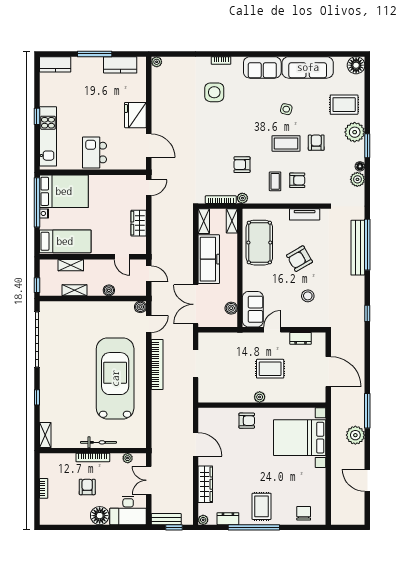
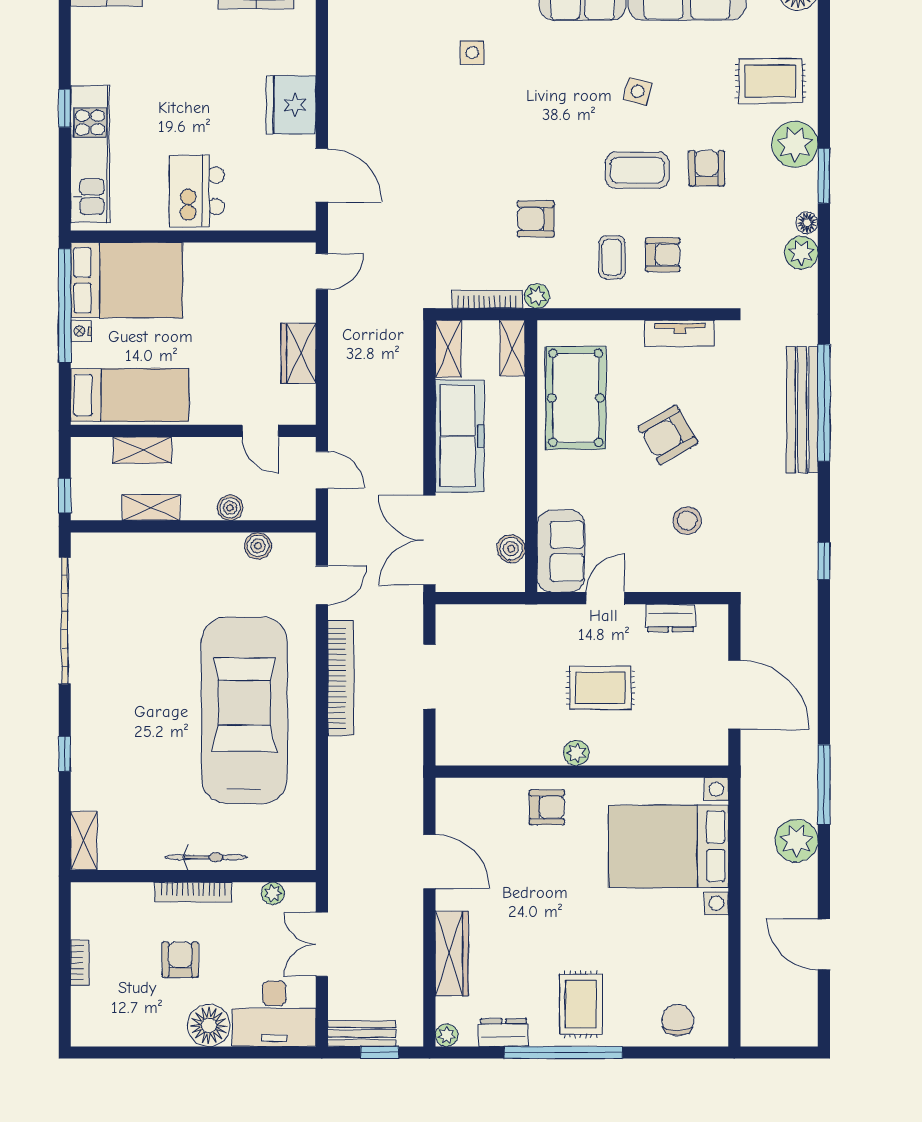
side table: (214, 92) -> (472, 53), width x0.54, depth x0.54
boiler: (140, 307) -> (258, 546), moved

